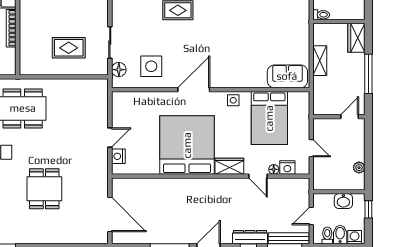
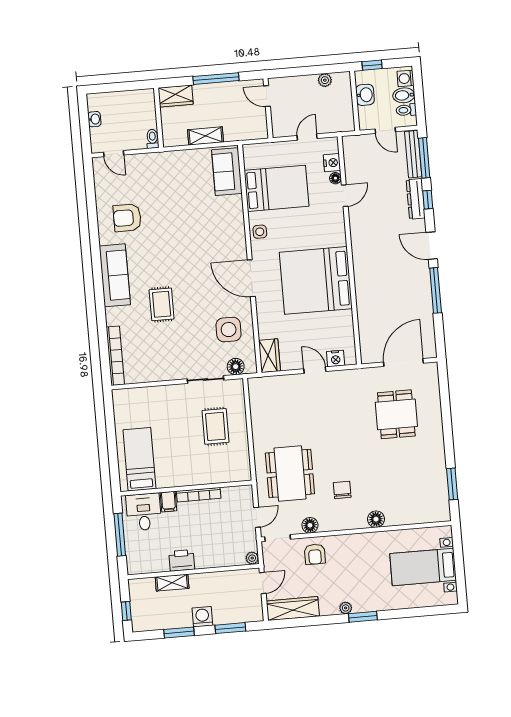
wardrobe: (229, 166) -> (269, 356), moved, turned 180
dining table: (44, 189) -> (396, 414), moved, turned 90

